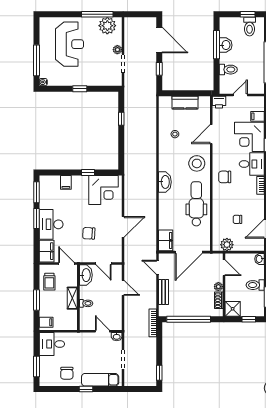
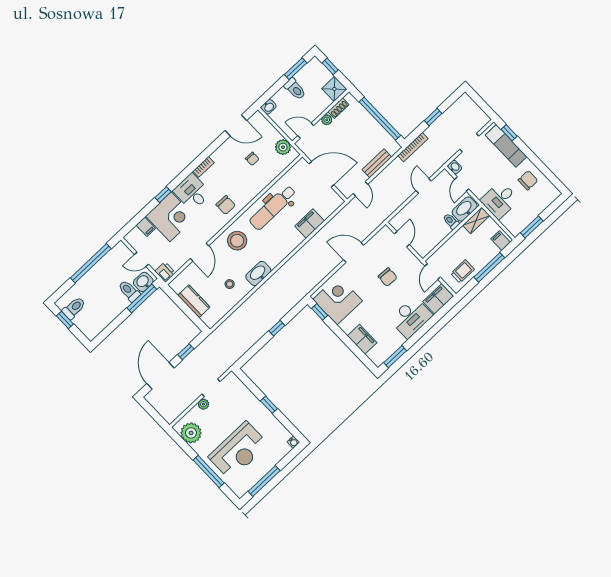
window: (97, 14) -> (209, 471), moved
reception desk: (70, 44) -> (238, 451), turned 180
window: (216, 45) -> (142, 298), moved
washbasin: (226, 45) -> (143, 282), moved
window: (37, 60) -> (264, 481), moved
window: (121, 119) -> (277, 328), moved
door: (211, 134) -> (200, 252), hinge flipped
window: (88, 172) -> (320, 312), moved
filing cabinet: (66, 182) -> (362, 339), width x2.00
washbasin: (165, 182) -> (258, 273), moved
window: (37, 218) -> (418, 335), removed
filing cabinet: (166, 240) -> (310, 224), moved
door: (224, 268) -> (306, 131), hinge flipped
washbasin: (86, 275) -> (465, 209), moved
door: (123, 288) -> (424, 186), moved
shelving: (72, 298) -> (476, 220), moved
window: (37, 300) -> (489, 267), width x1.44
desk: (52, 344) -> (500, 200), moved, turned 90
window: (37, 367) -> (532, 227), moved
window: (159, 373) -> (433, 117), moved
window: (86, 389) -> (509, 133), moved

